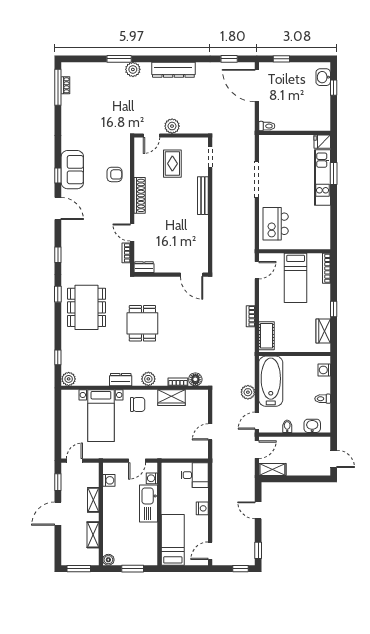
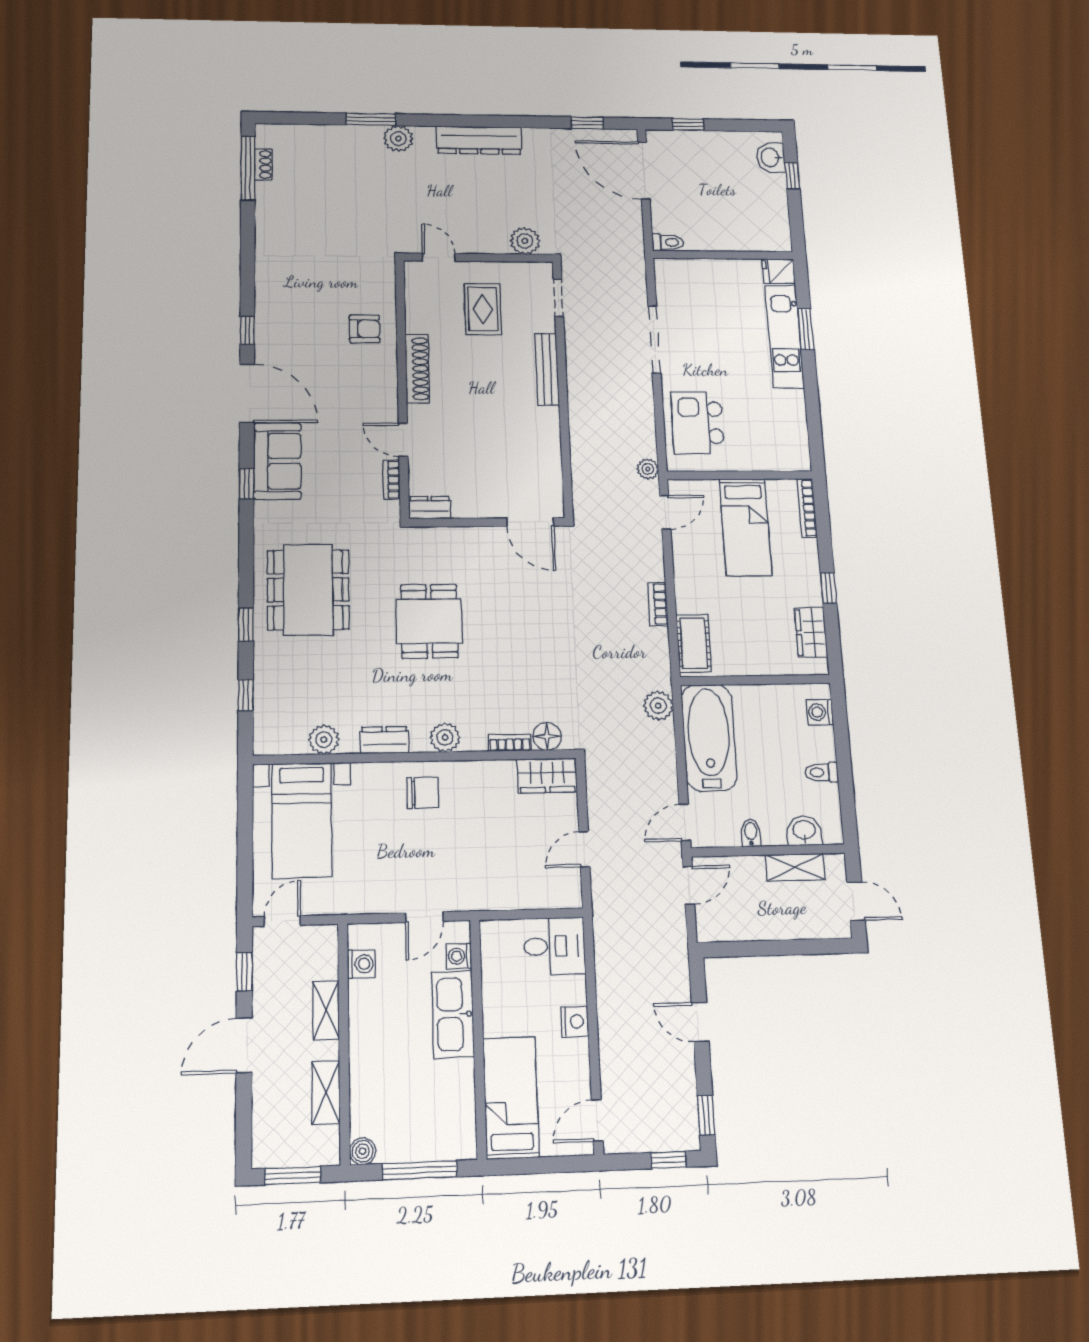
plant: (172, 126) -> (525, 241), moved
door: (152, 135) -> (439, 257), swing flipped
sofa: (72, 170) -> (277, 461), moved
door: (58, 208) -> (247, 393), width x1.36
plant: (250, 248) -> (648, 469), added
window: (58, 294) -> (246, 624), moved
plant: (69, 379) -> (324, 740), moved
plant: (248, 392) -> (658, 706), moved
wardrobe: (172, 398) -> (547, 776), moved
bed with nightstands: (101, 416) -> (302, 820), moved
shelving: (272, 469) -> (795, 867), moved
window: (133, 569) -> (420, 1170), width x1.44

